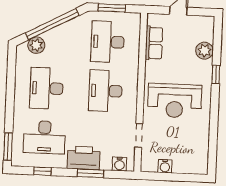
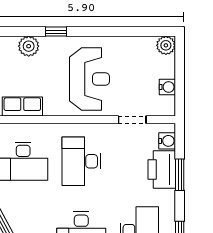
desk: (105, 91) -> (81, 161), turned 90
printer: (84, 158) -> (162, 169), moved
plant: (200, 167) -> (166, 45), added

